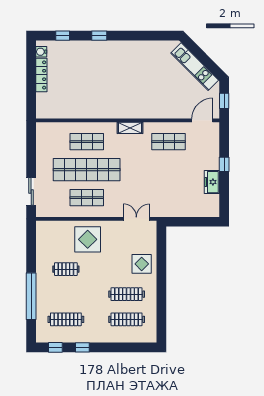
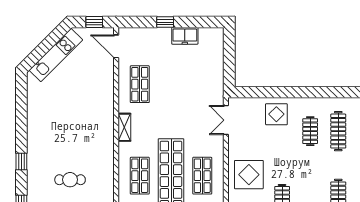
cafe table: (83, 79) -> (70, 180), added
clothes rail: (127, 294) -> (310, 131), width x0.73

